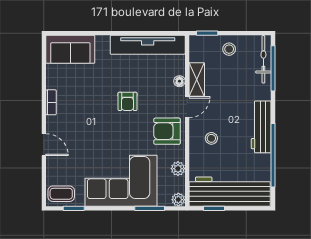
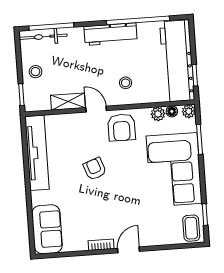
floor lamp: (179, 81) -> (172, 111), moved
armchair: (127, 101) -> (95, 169), turned -110
door: (44, 145) -> (129, 250), moved

